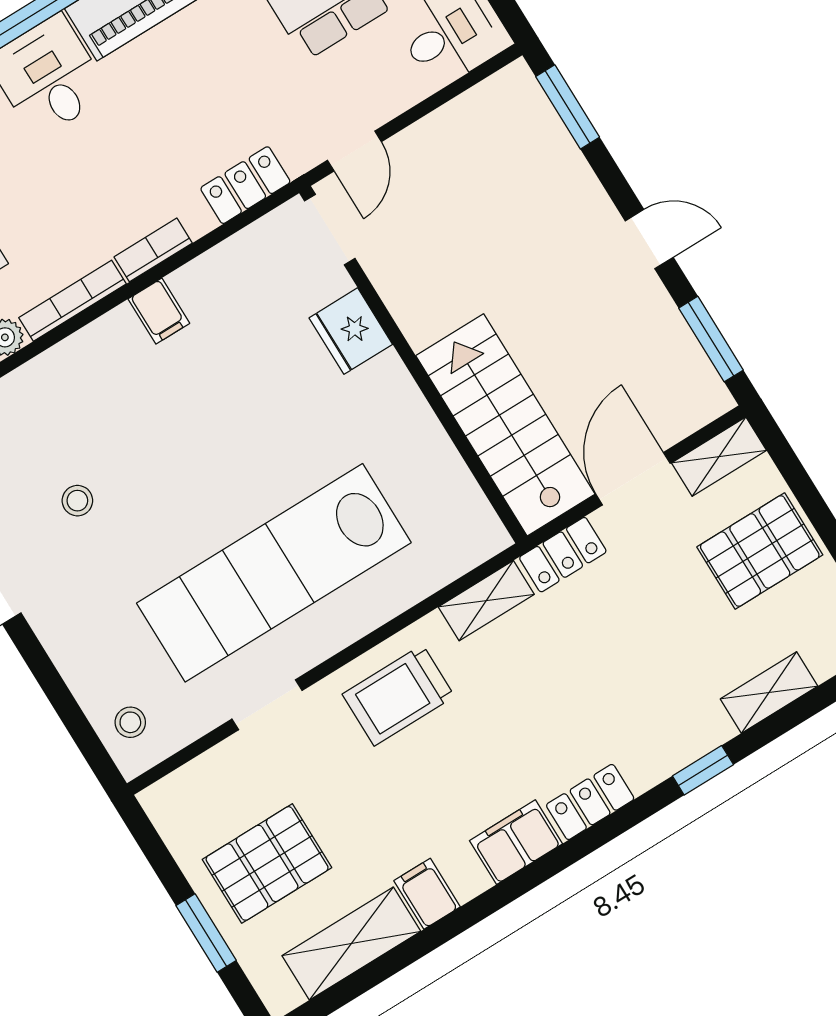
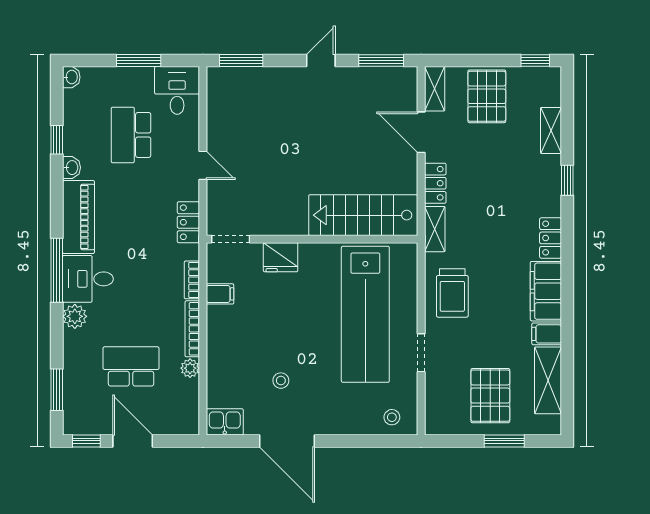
doorway: (330, 230) -> (231, 239), moved
fridge: (351, 331) -> (281, 257), moved
wall: (413, 365) -> (312, 239), moved
stairs: (505, 425) -> (363, 215), moved
filing cabinet: (516, 842) -> (546, 291), width x1.50, depth x1.17

